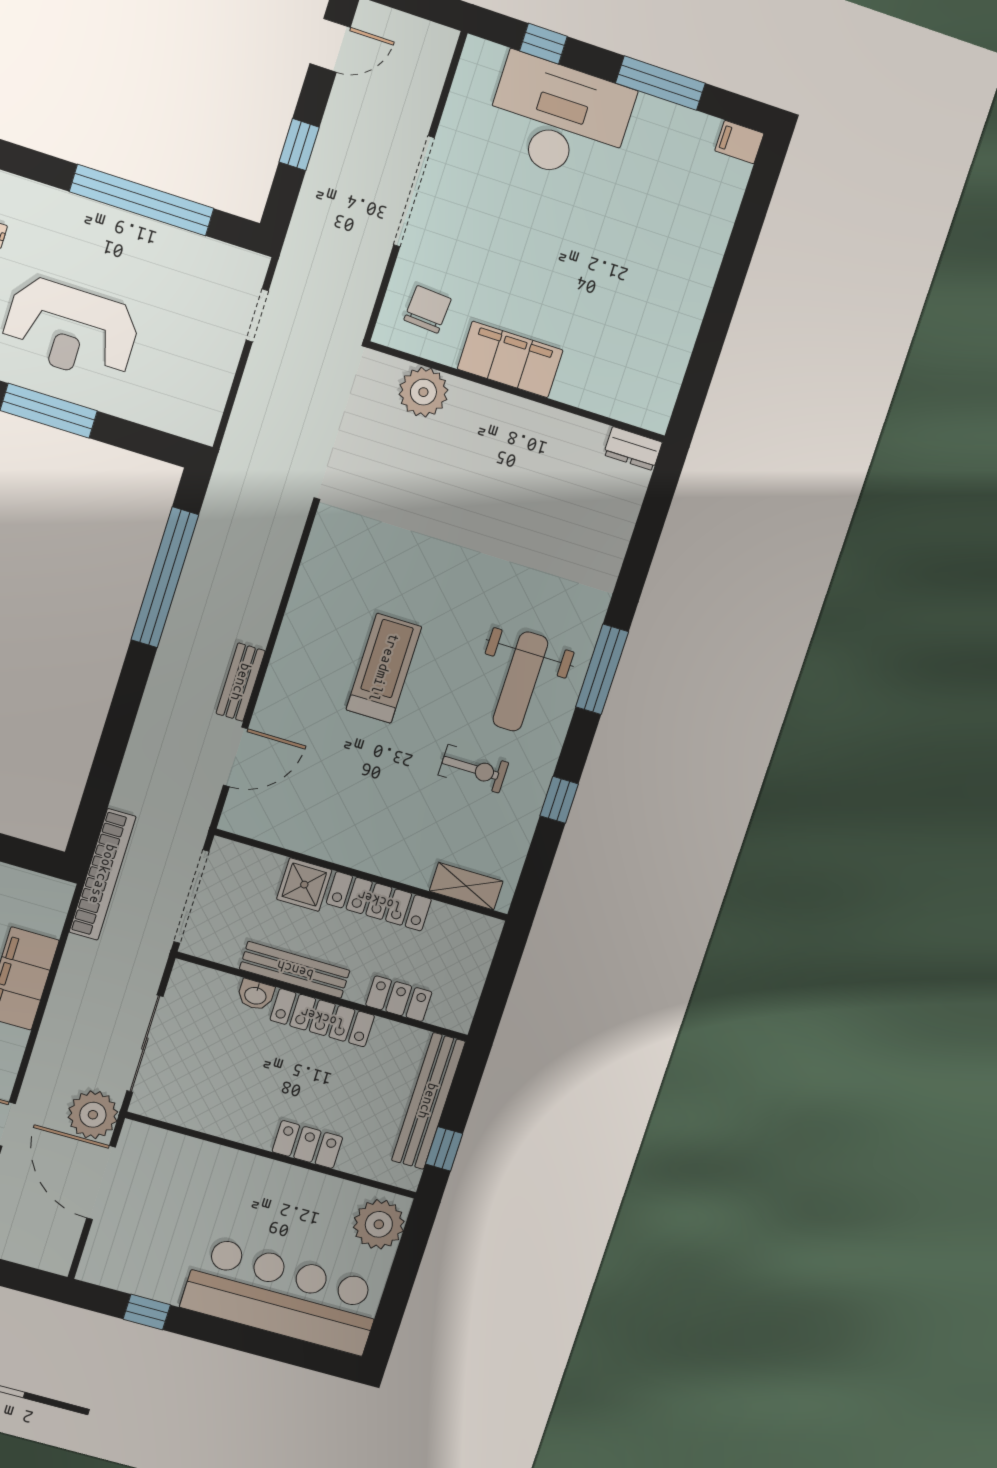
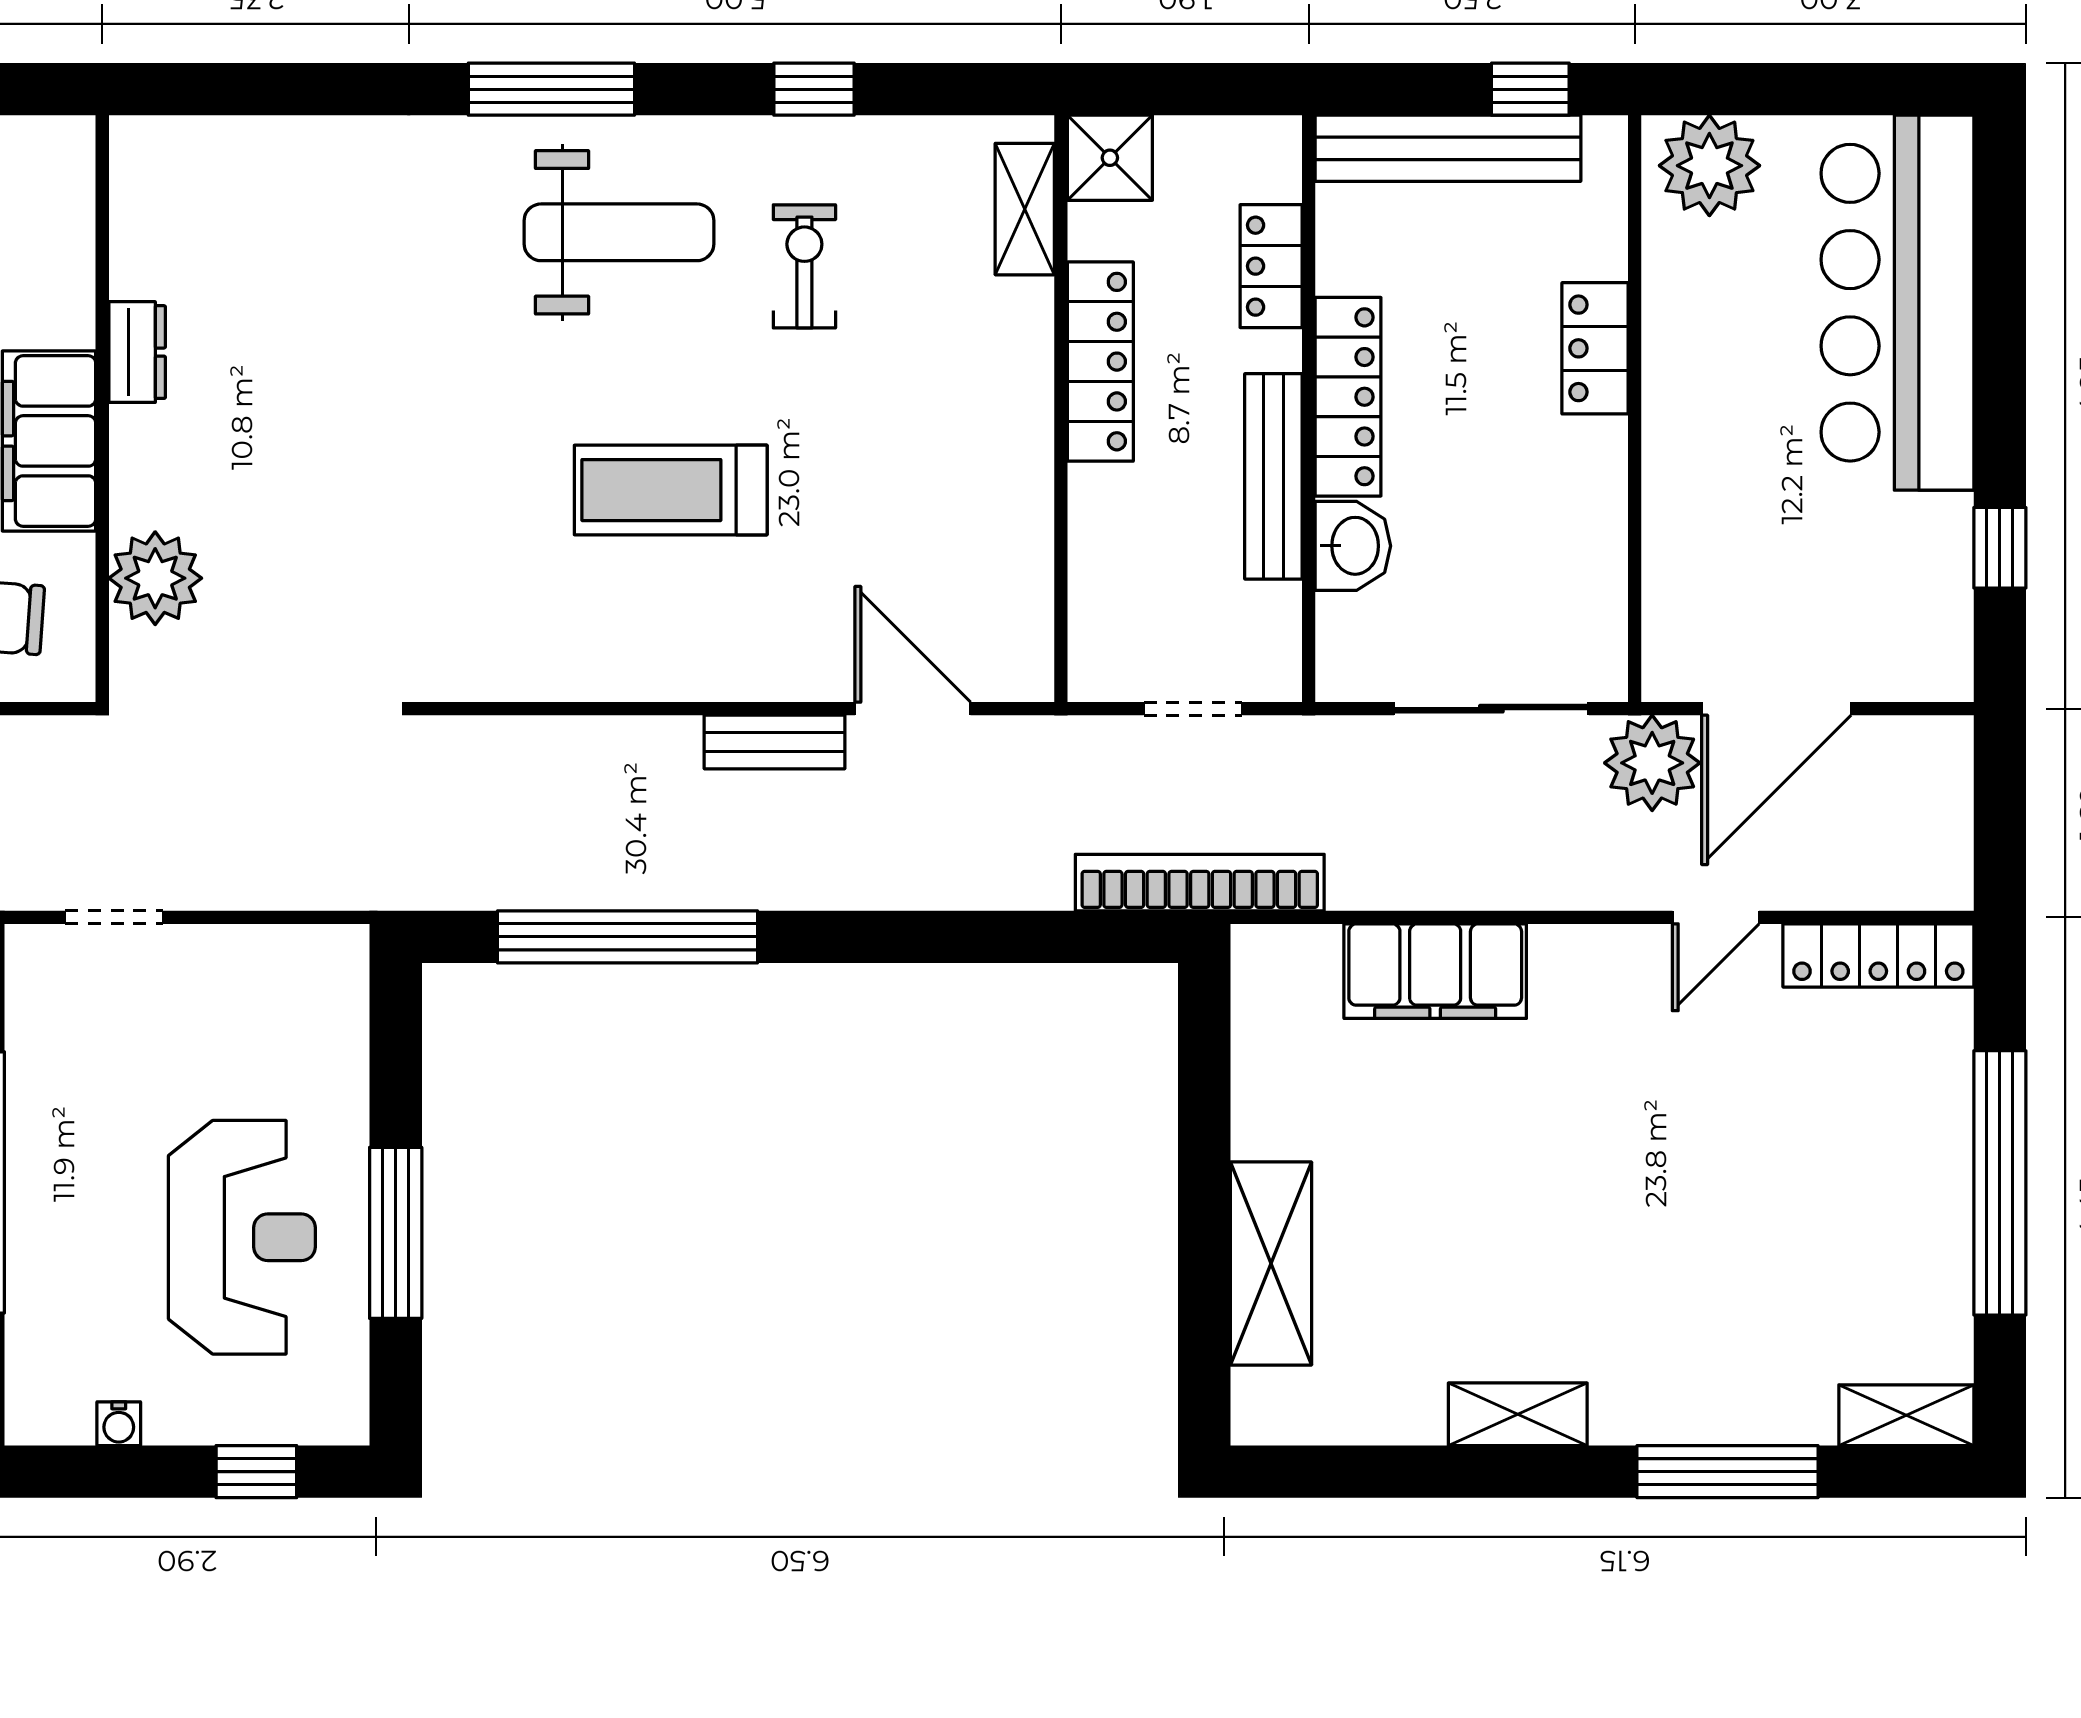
dresser: (633, 449) -> (137, 352), moved
shower: (304, 885) -> (1110, 158), moved
doorway: (191, 897) -> (1193, 709), width x0.53
washbasin: (256, 995) -> (1353, 546), width x1.38, depth x1.45

